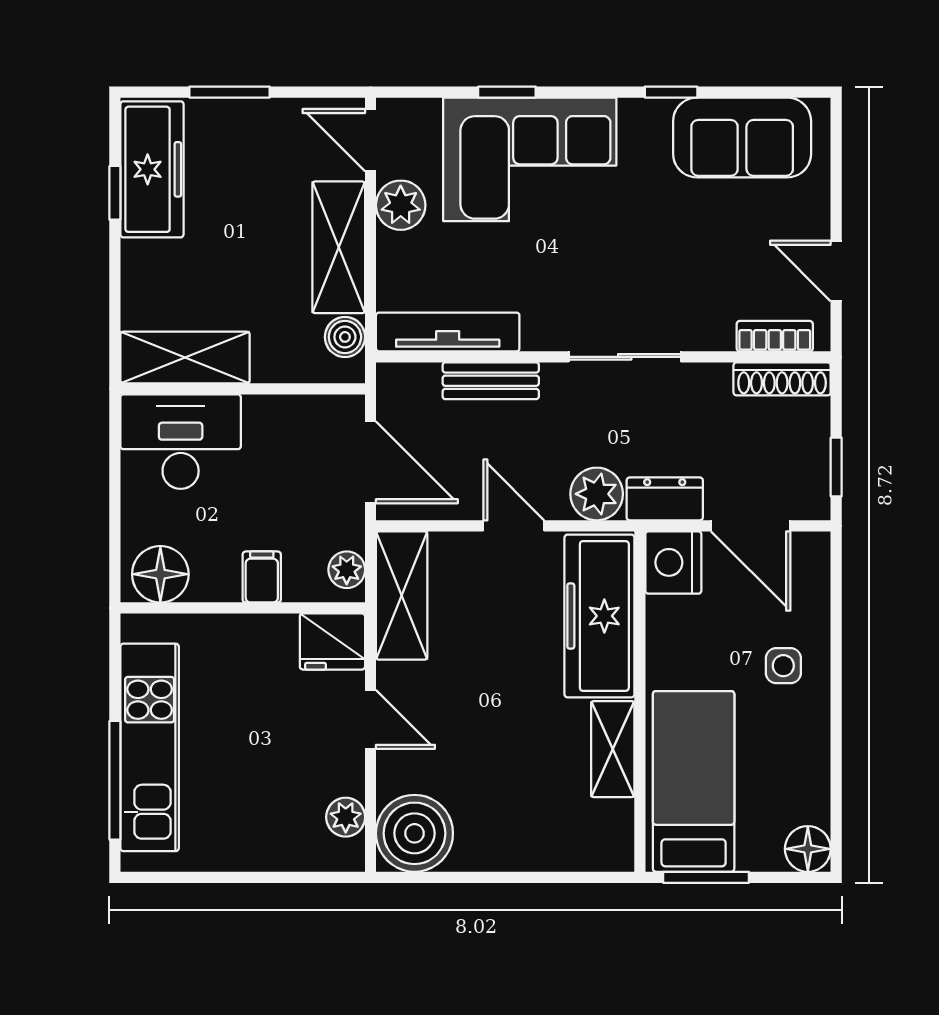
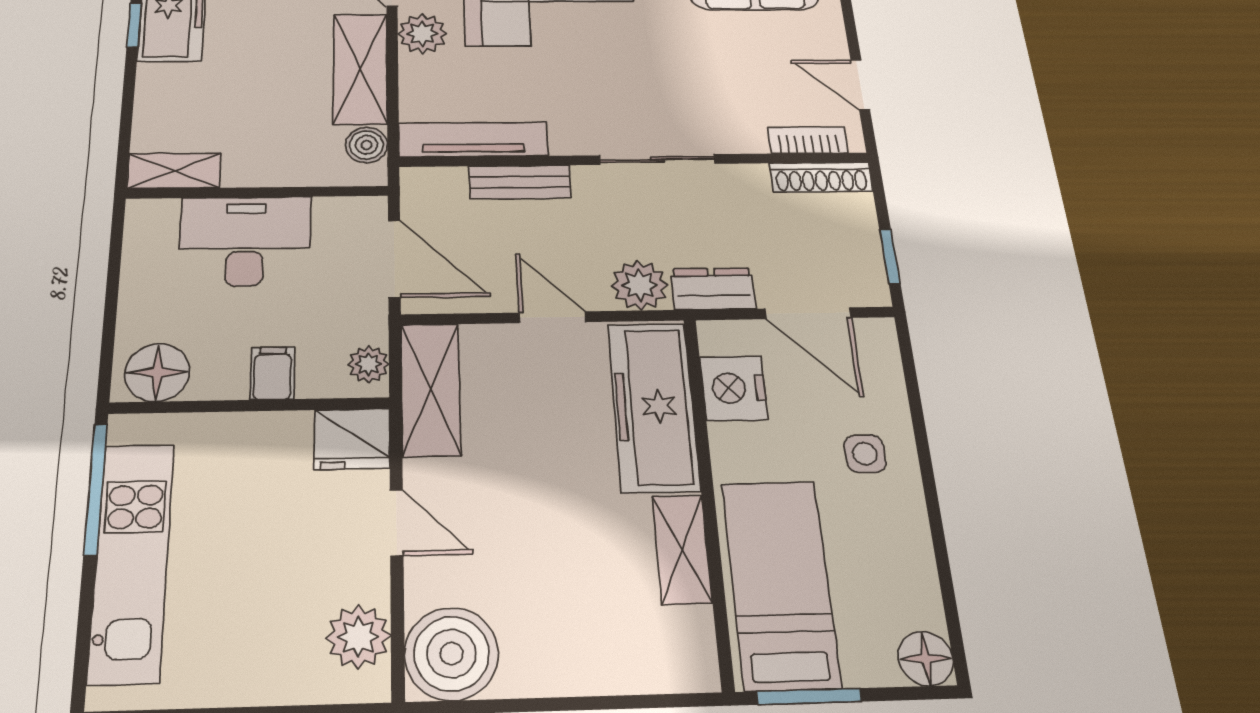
shelving: (185, 357) -> (174, 171), width x0.67, depth x0.75
desk: (181, 442) -> (245, 241), moved
nightstand: (673, 562) -> (734, 388), moved
window: (115, 780) -> (96, 489), moved
plant: (346, 817) -> (358, 637), width x1.38, depth x1.38

